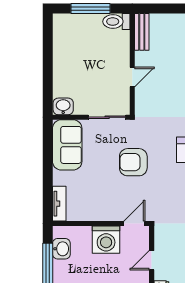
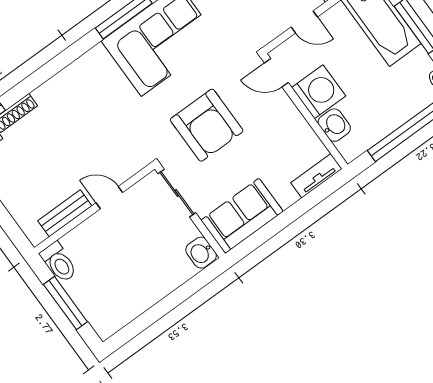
bench: (142, 32) -> (65, 213), moved
armchair: (133, 162) -> (207, 125), width x1.36, depth x1.36
washbasin: (61, 249) -> (334, 125), moved, turned 90

